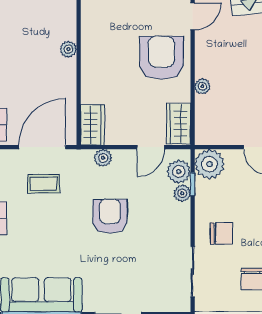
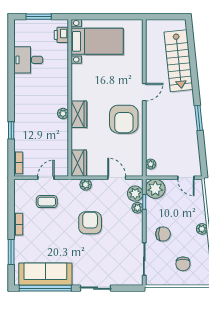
armchair: (161, 58) -> (124, 119), turned 180
plant: (202, 86) -> (151, 164), moved
wardrobe: (179, 124) -> (79, 114), moved, turned 180
door: (42, 147) -> (46, 178), width x0.53
door: (151, 147) -> (117, 178), swing flipped

